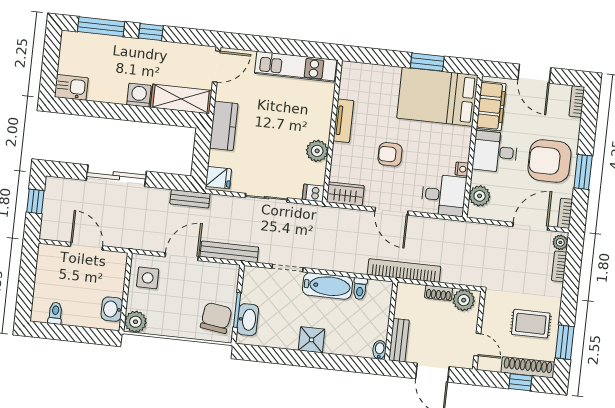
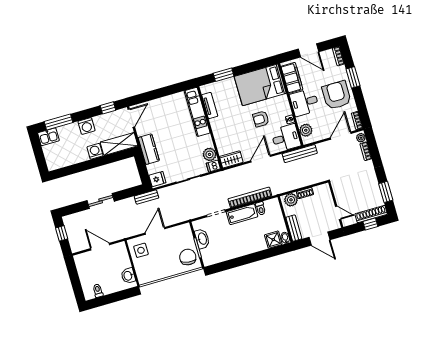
window: (151, 32) -> (108, 108), moved
washing machine: (142, 50) -> (86, 126), added
window: (427, 62) -> (224, 75), moved
kitchen unit: (296, 67) -> (197, 112), moved, turned 90
kitchen sink: (71, 87) -> (48, 137), moved, turned 180
tv unit: (343, 121) -> (210, 106), moved
plant: (317, 151) -> (210, 154), moved
armchair: (390, 154) -> (261, 119), moved
armchair: (549, 161) -> (337, 95), turned 90
window: (583, 172) -> (353, 77), moved
sliding door: (116, 176) -> (101, 201), width x0.73
door: (391, 211) -> (261, 159), swing flipped
bench: (229, 252) -> (300, 154), moved
bookcase: (404, 271) -> (250, 197), moved
plant: (464, 300) -> (291, 200), moved
washbasin: (248, 320) -> (202, 239), moved
plant: (135, 322) -> (144, 277), removed
rug: (531, 324) -> (363, 189), removed
shower: (312, 340) -> (273, 240), moved

